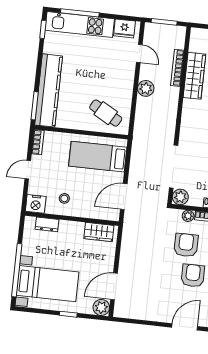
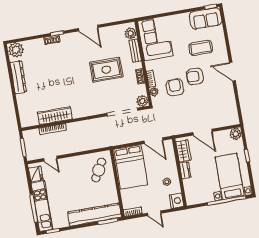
door: (139, 53) -> (50, 159), swing flipped
plant: (146, 88) -> (73, 147), removed
bed: (98, 157) -> (131, 167), width x1.50
dresser: (47, 224) -> (185, 170), moved
armchair: (186, 245) -> (175, 87), turned 90
door: (114, 286) -> (203, 132), moved

